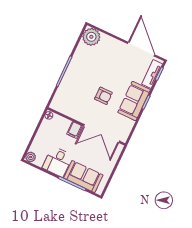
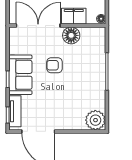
floor lamp: (79, 113) -> (71, 35), added
filing cabinet: (74, 130) -> (74, 16), width x2.00

